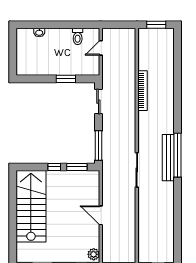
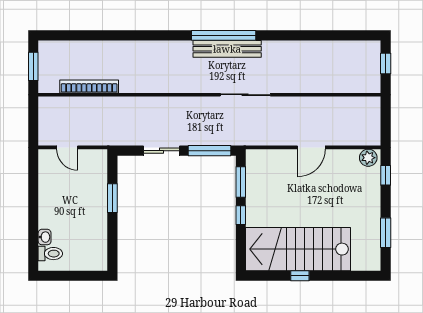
toilet: (78, 36) -> (50, 254), moved
bookcase: (142, 91) -> (89, 86), moved
sliding door: (98, 102) -> (162, 151), moved
window: (13, 207) -> (300, 276), added

